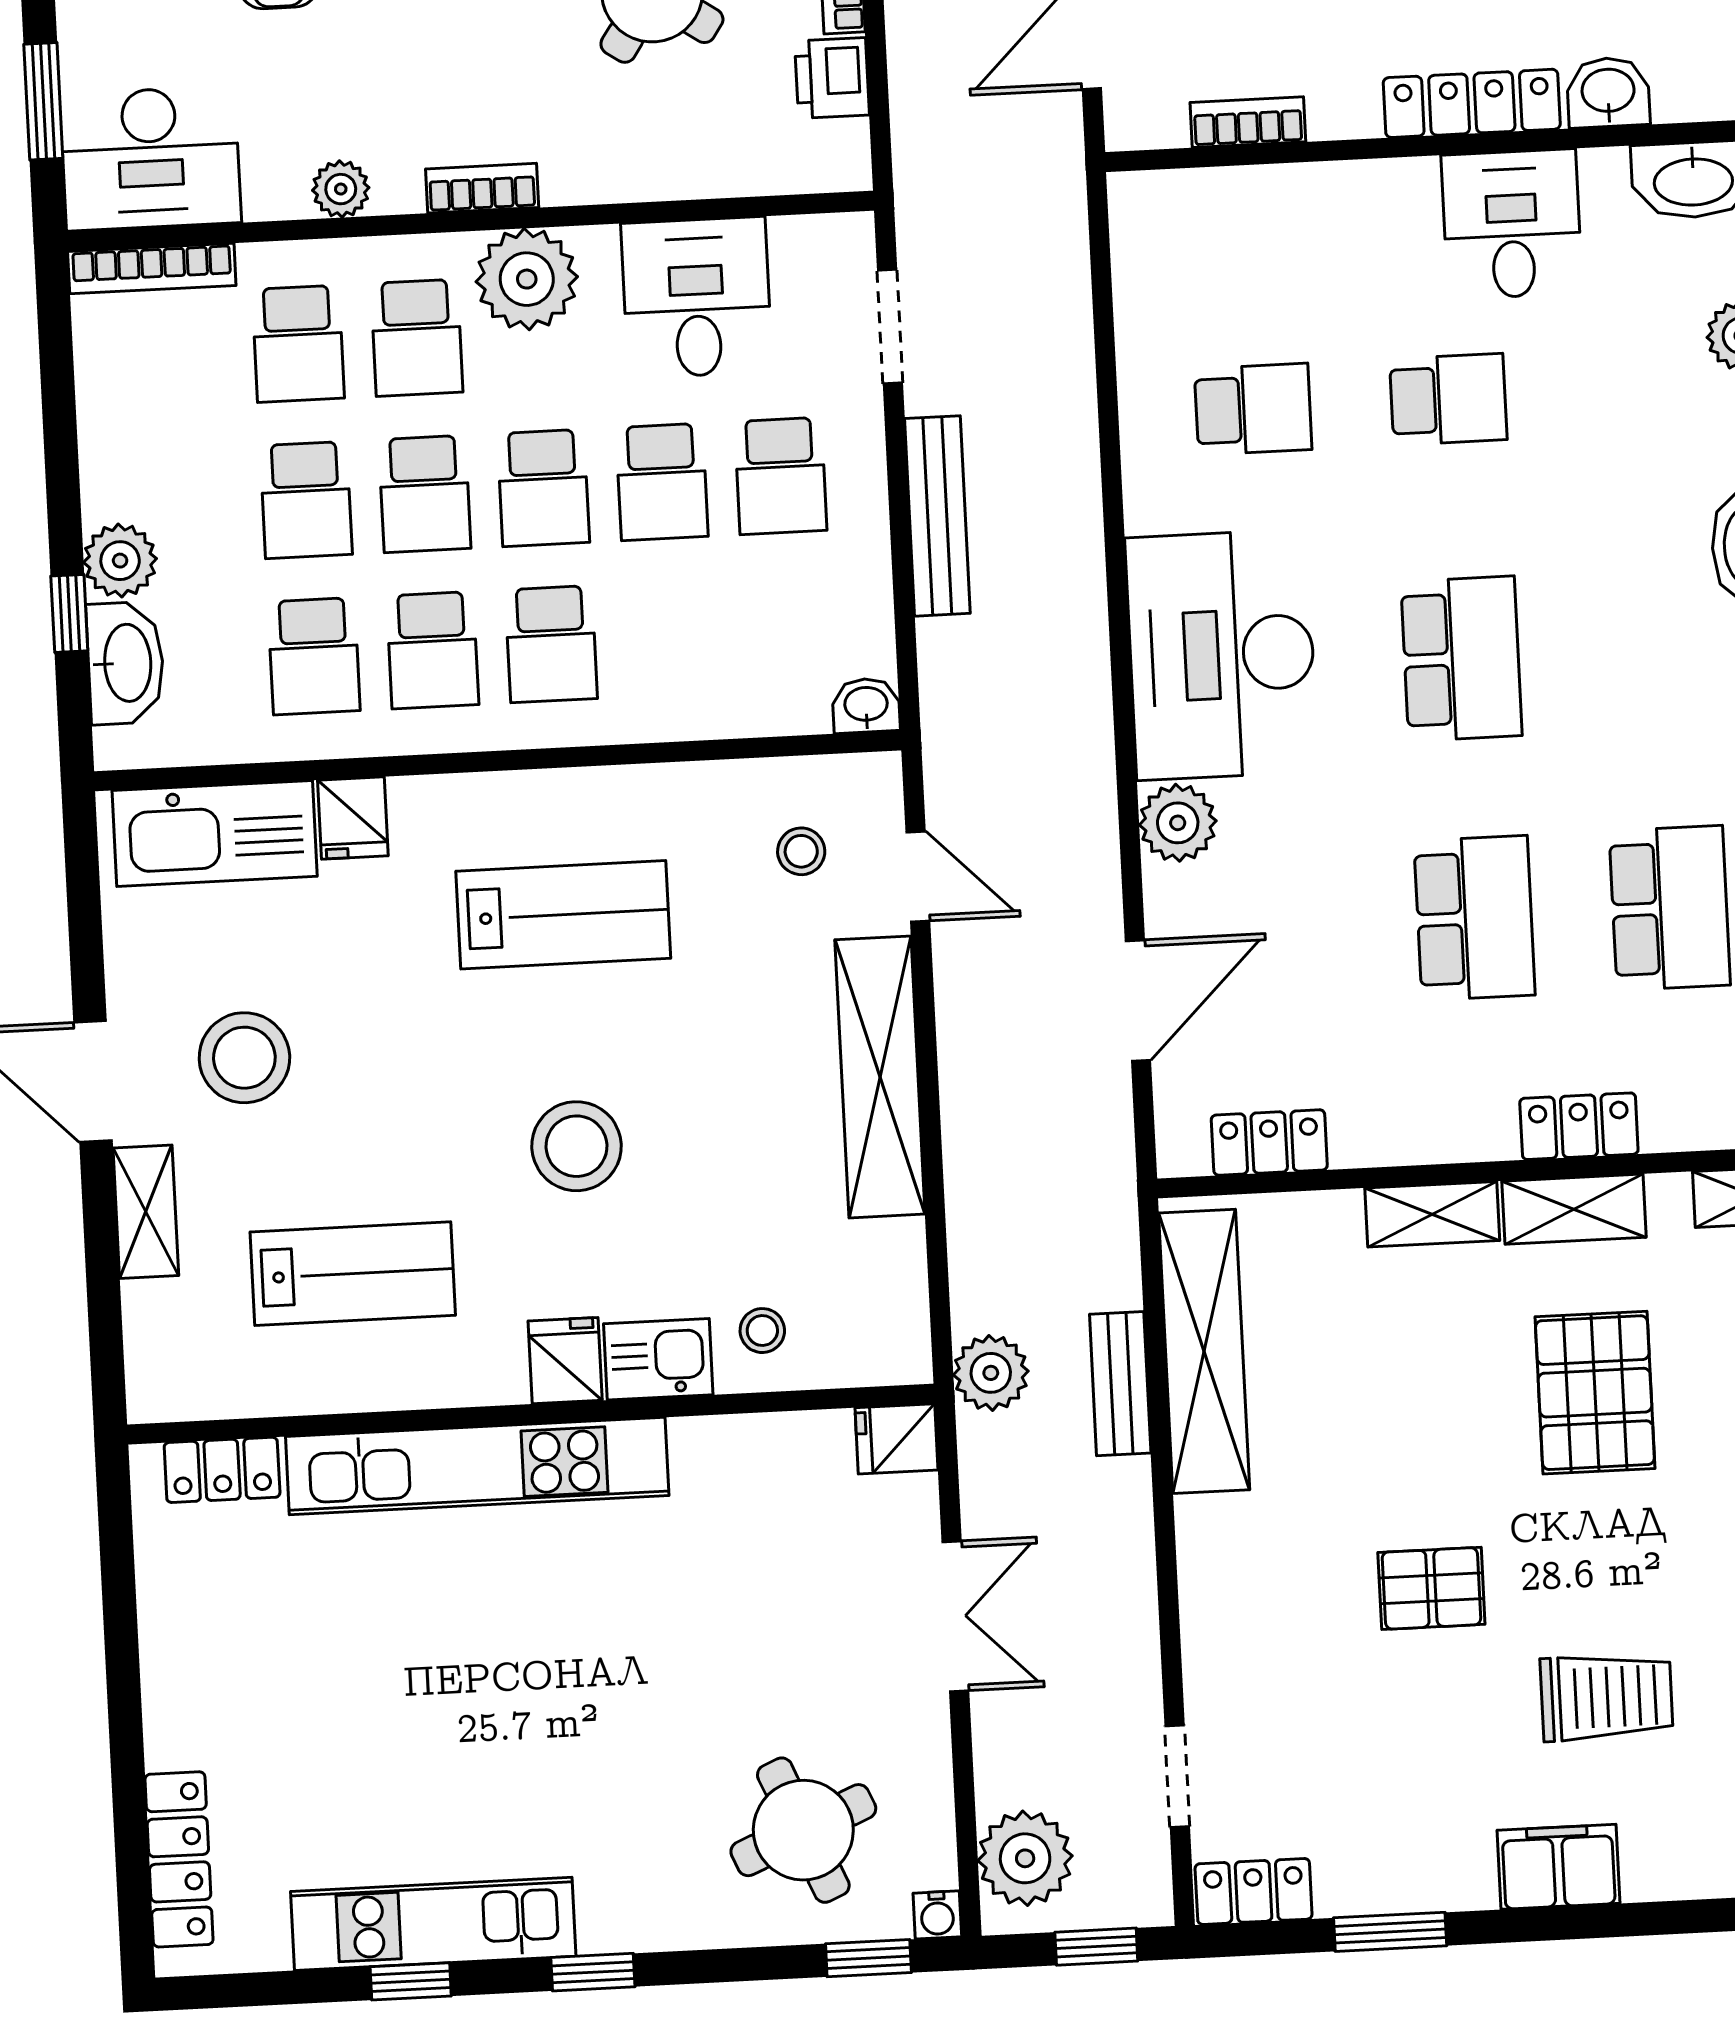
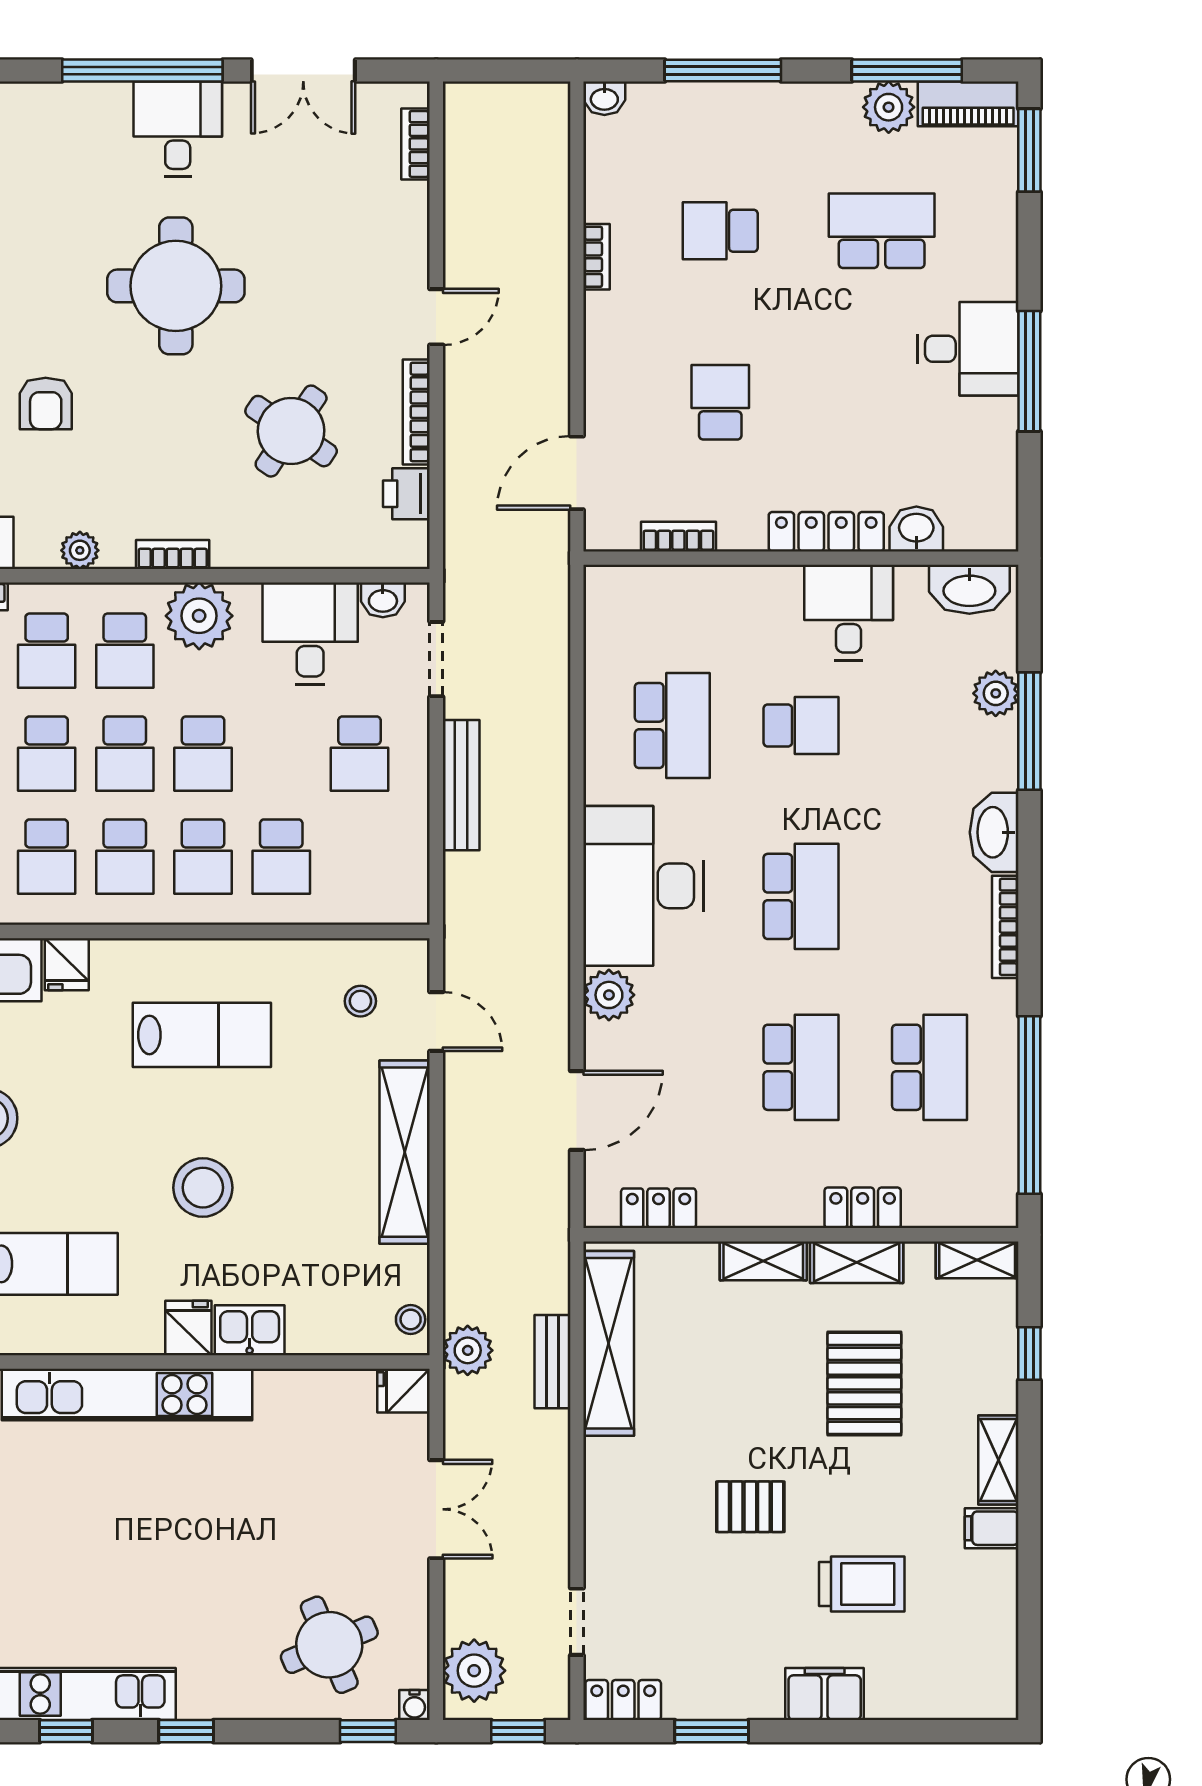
school desk: (1253, 409) -> (672, 725), width x1.85
school desk: (662, 482) -> (281, 857), moved
washbasin: (866, 705) -> (383, 600), moved, turned 180
stool: (762, 1331) -> (411, 1319), moved

